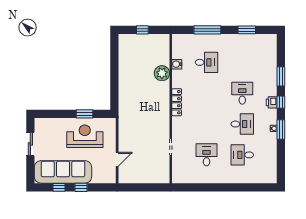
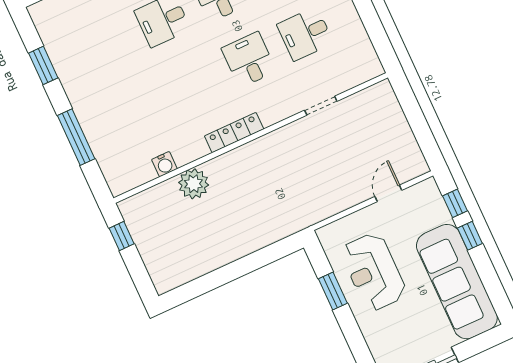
window: (142, 30) -> (122, 236), moved
desk: (207, 62) -> (249, 60), moved
door: (117, 159) -> (388, 193), hinge flipped
window: (59, 187) -> (455, 203), moved

